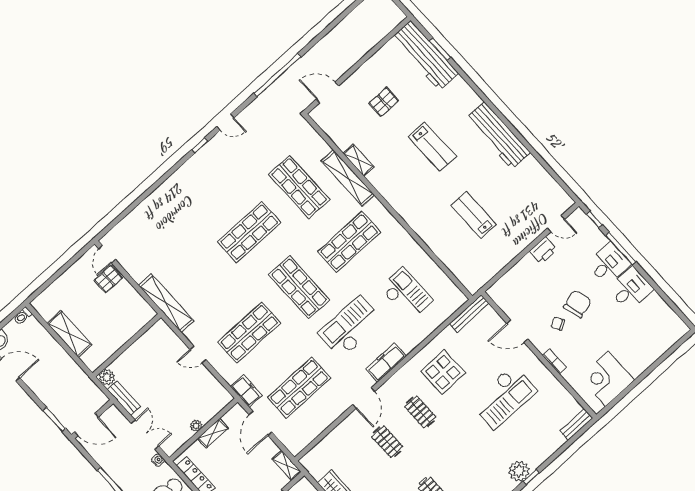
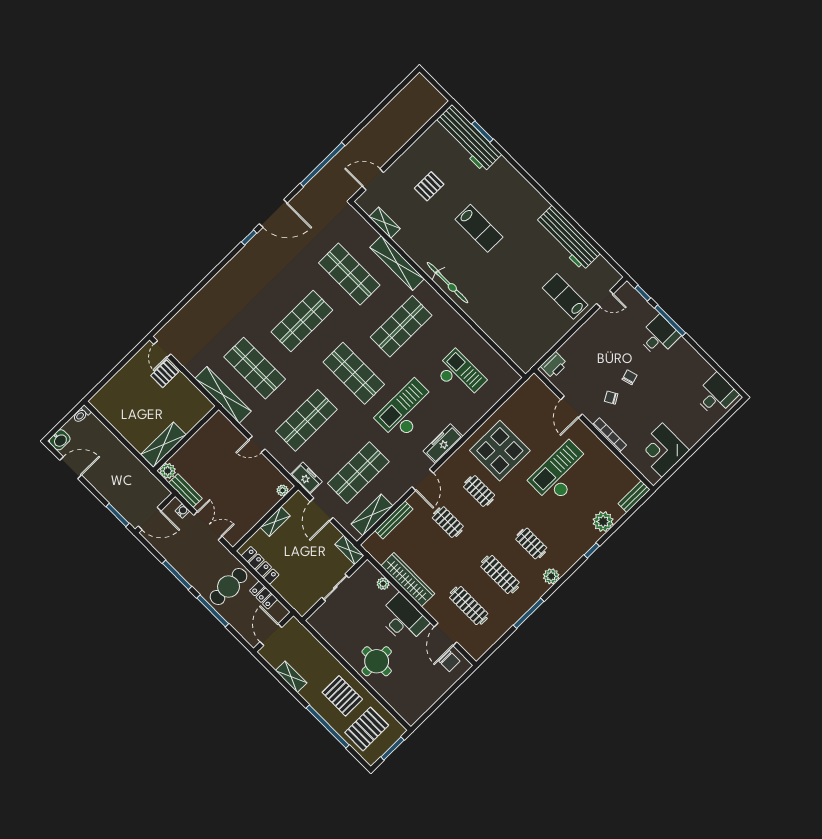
door: (225, 122) -> (273, 213), width x1.88
workbench: (498, 135) -> (567, 238), moved
shelving: (358, 160) -> (385, 223), moved
bicycle: (398, 200) -> (447, 283), added
lab bench: (474, 215) -> (565, 296), moved
printer: (543, 250) -> (554, 365), moved
shop shelf: (199, 277) -> (255, 368), added
desk: (631, 289) -> (716, 395), moved
chair: (577, 304) -> (630, 377), width x0.54, depth x0.54
bench: (469, 313) -> (394, 520), moved
door: (517, 331) -> (571, 407), hinge flipped
shelving: (69, 334) -> (163, 445), moved, turned 90
bookcase: (554, 361) -> (609, 435), width x1.56
display table: (443, 372) -> (500, 451), width x1.36, depth x1.36
checkout: (504, 397) -> (561, 473), turned 180
plant: (196, 426) -> (282, 490), moved
shelving: (311, 431) -> (372, 515), added
water cooler: (158, 460) -> (182, 511), moved
clothes rail: (470, 467) -> (531, 543), added
plant: (519, 471) -> (603, 522), moved

